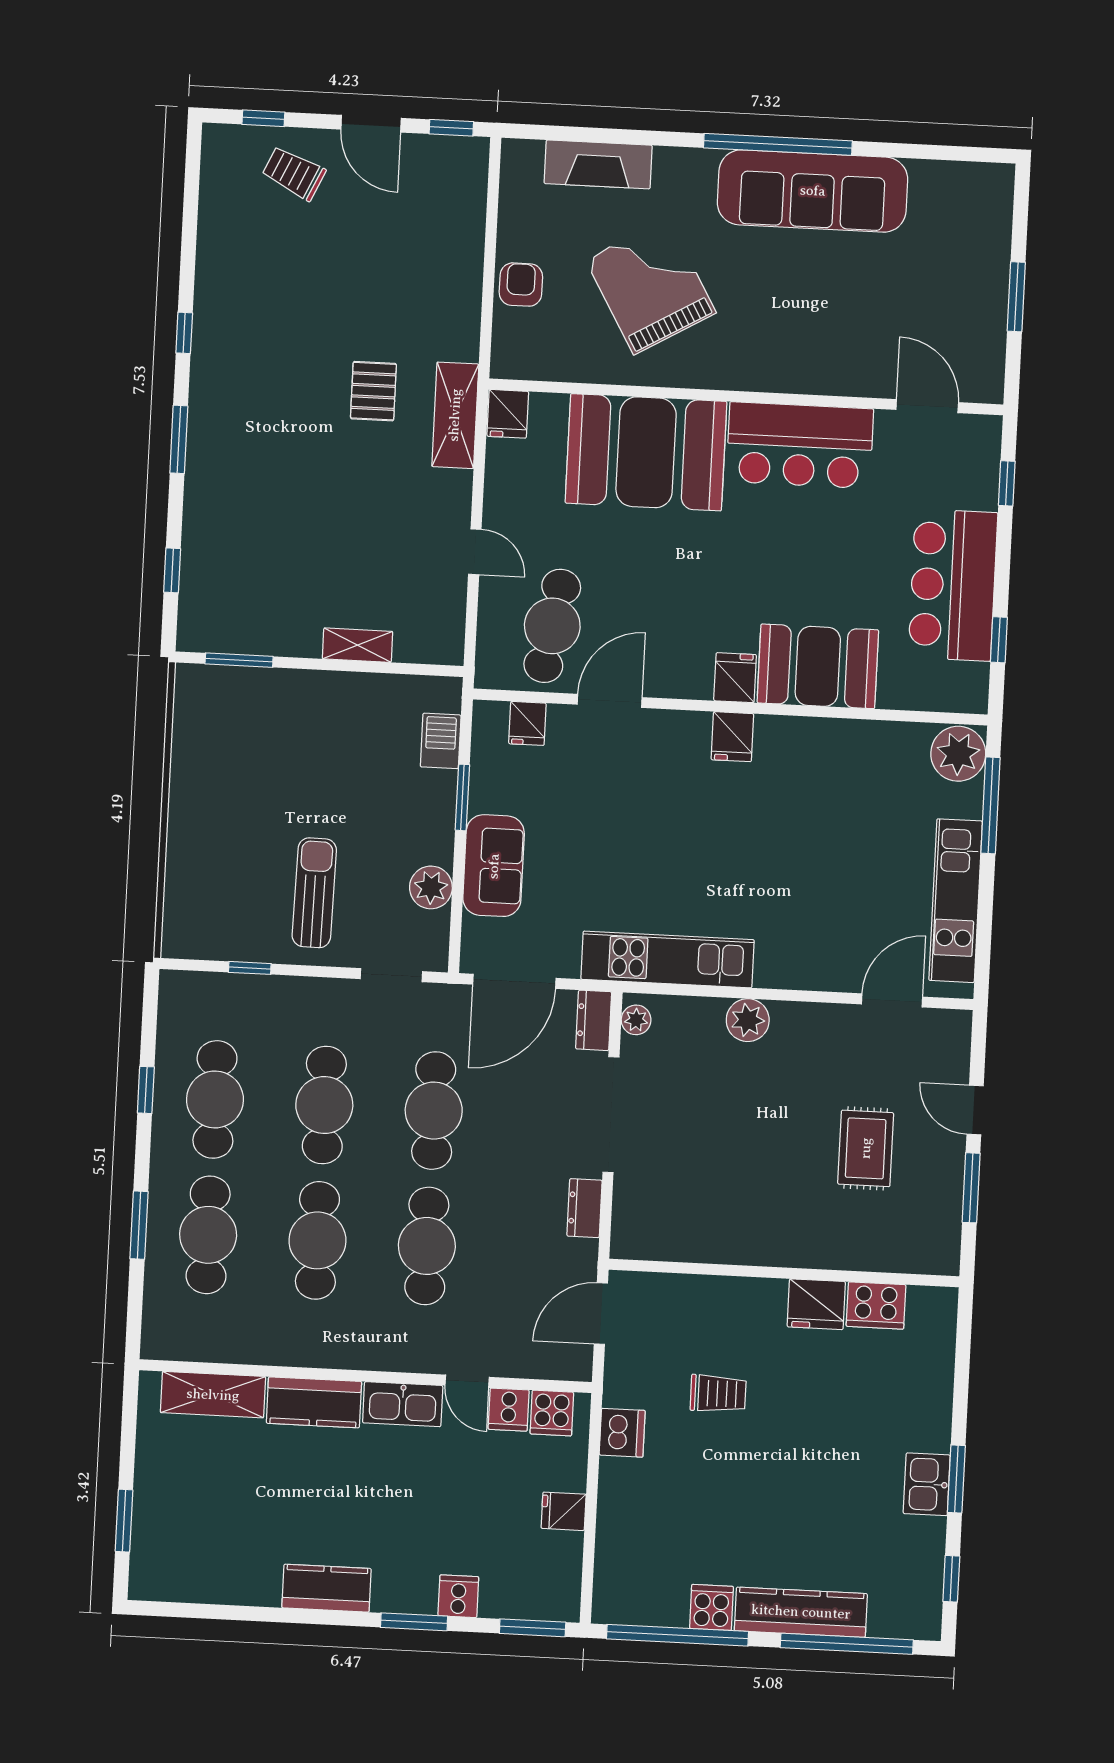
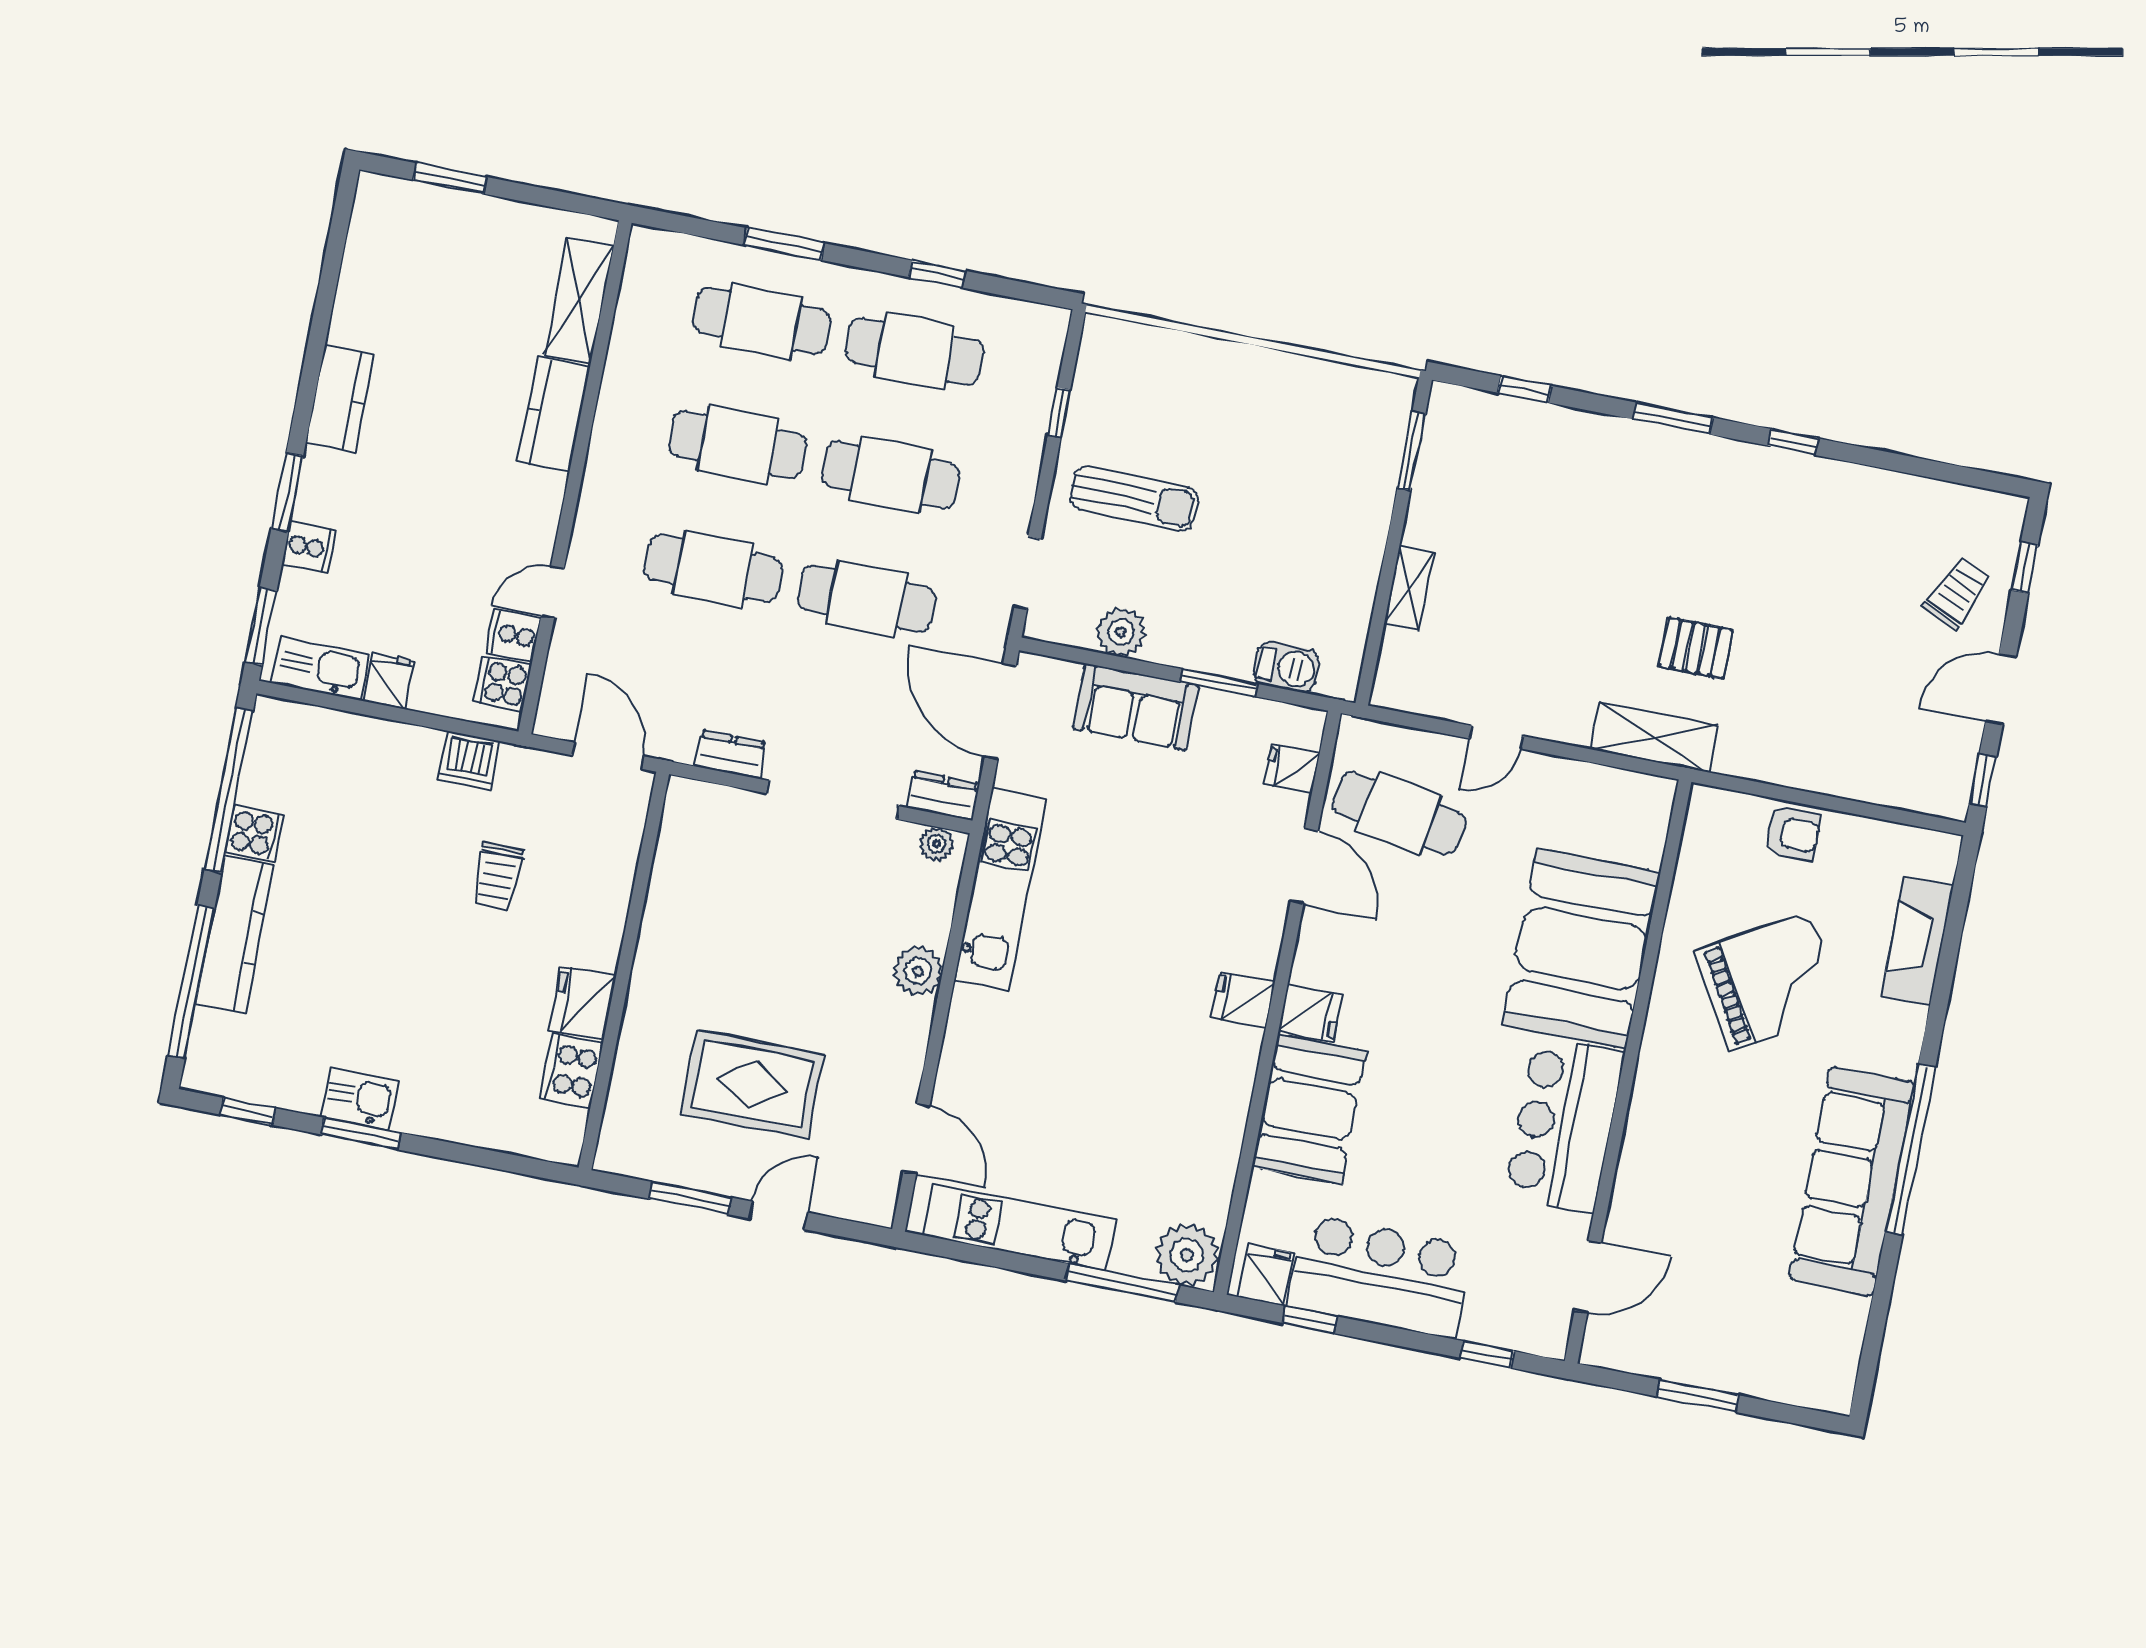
fridge: (508, 414) -> (1266, 1275), moved, turned 90
rug: (866, 1148) -> (752, 1084), width x1.36, depth x1.43
kitchen sink: (403, 1404) -> (320, 669), moved, turned 90

